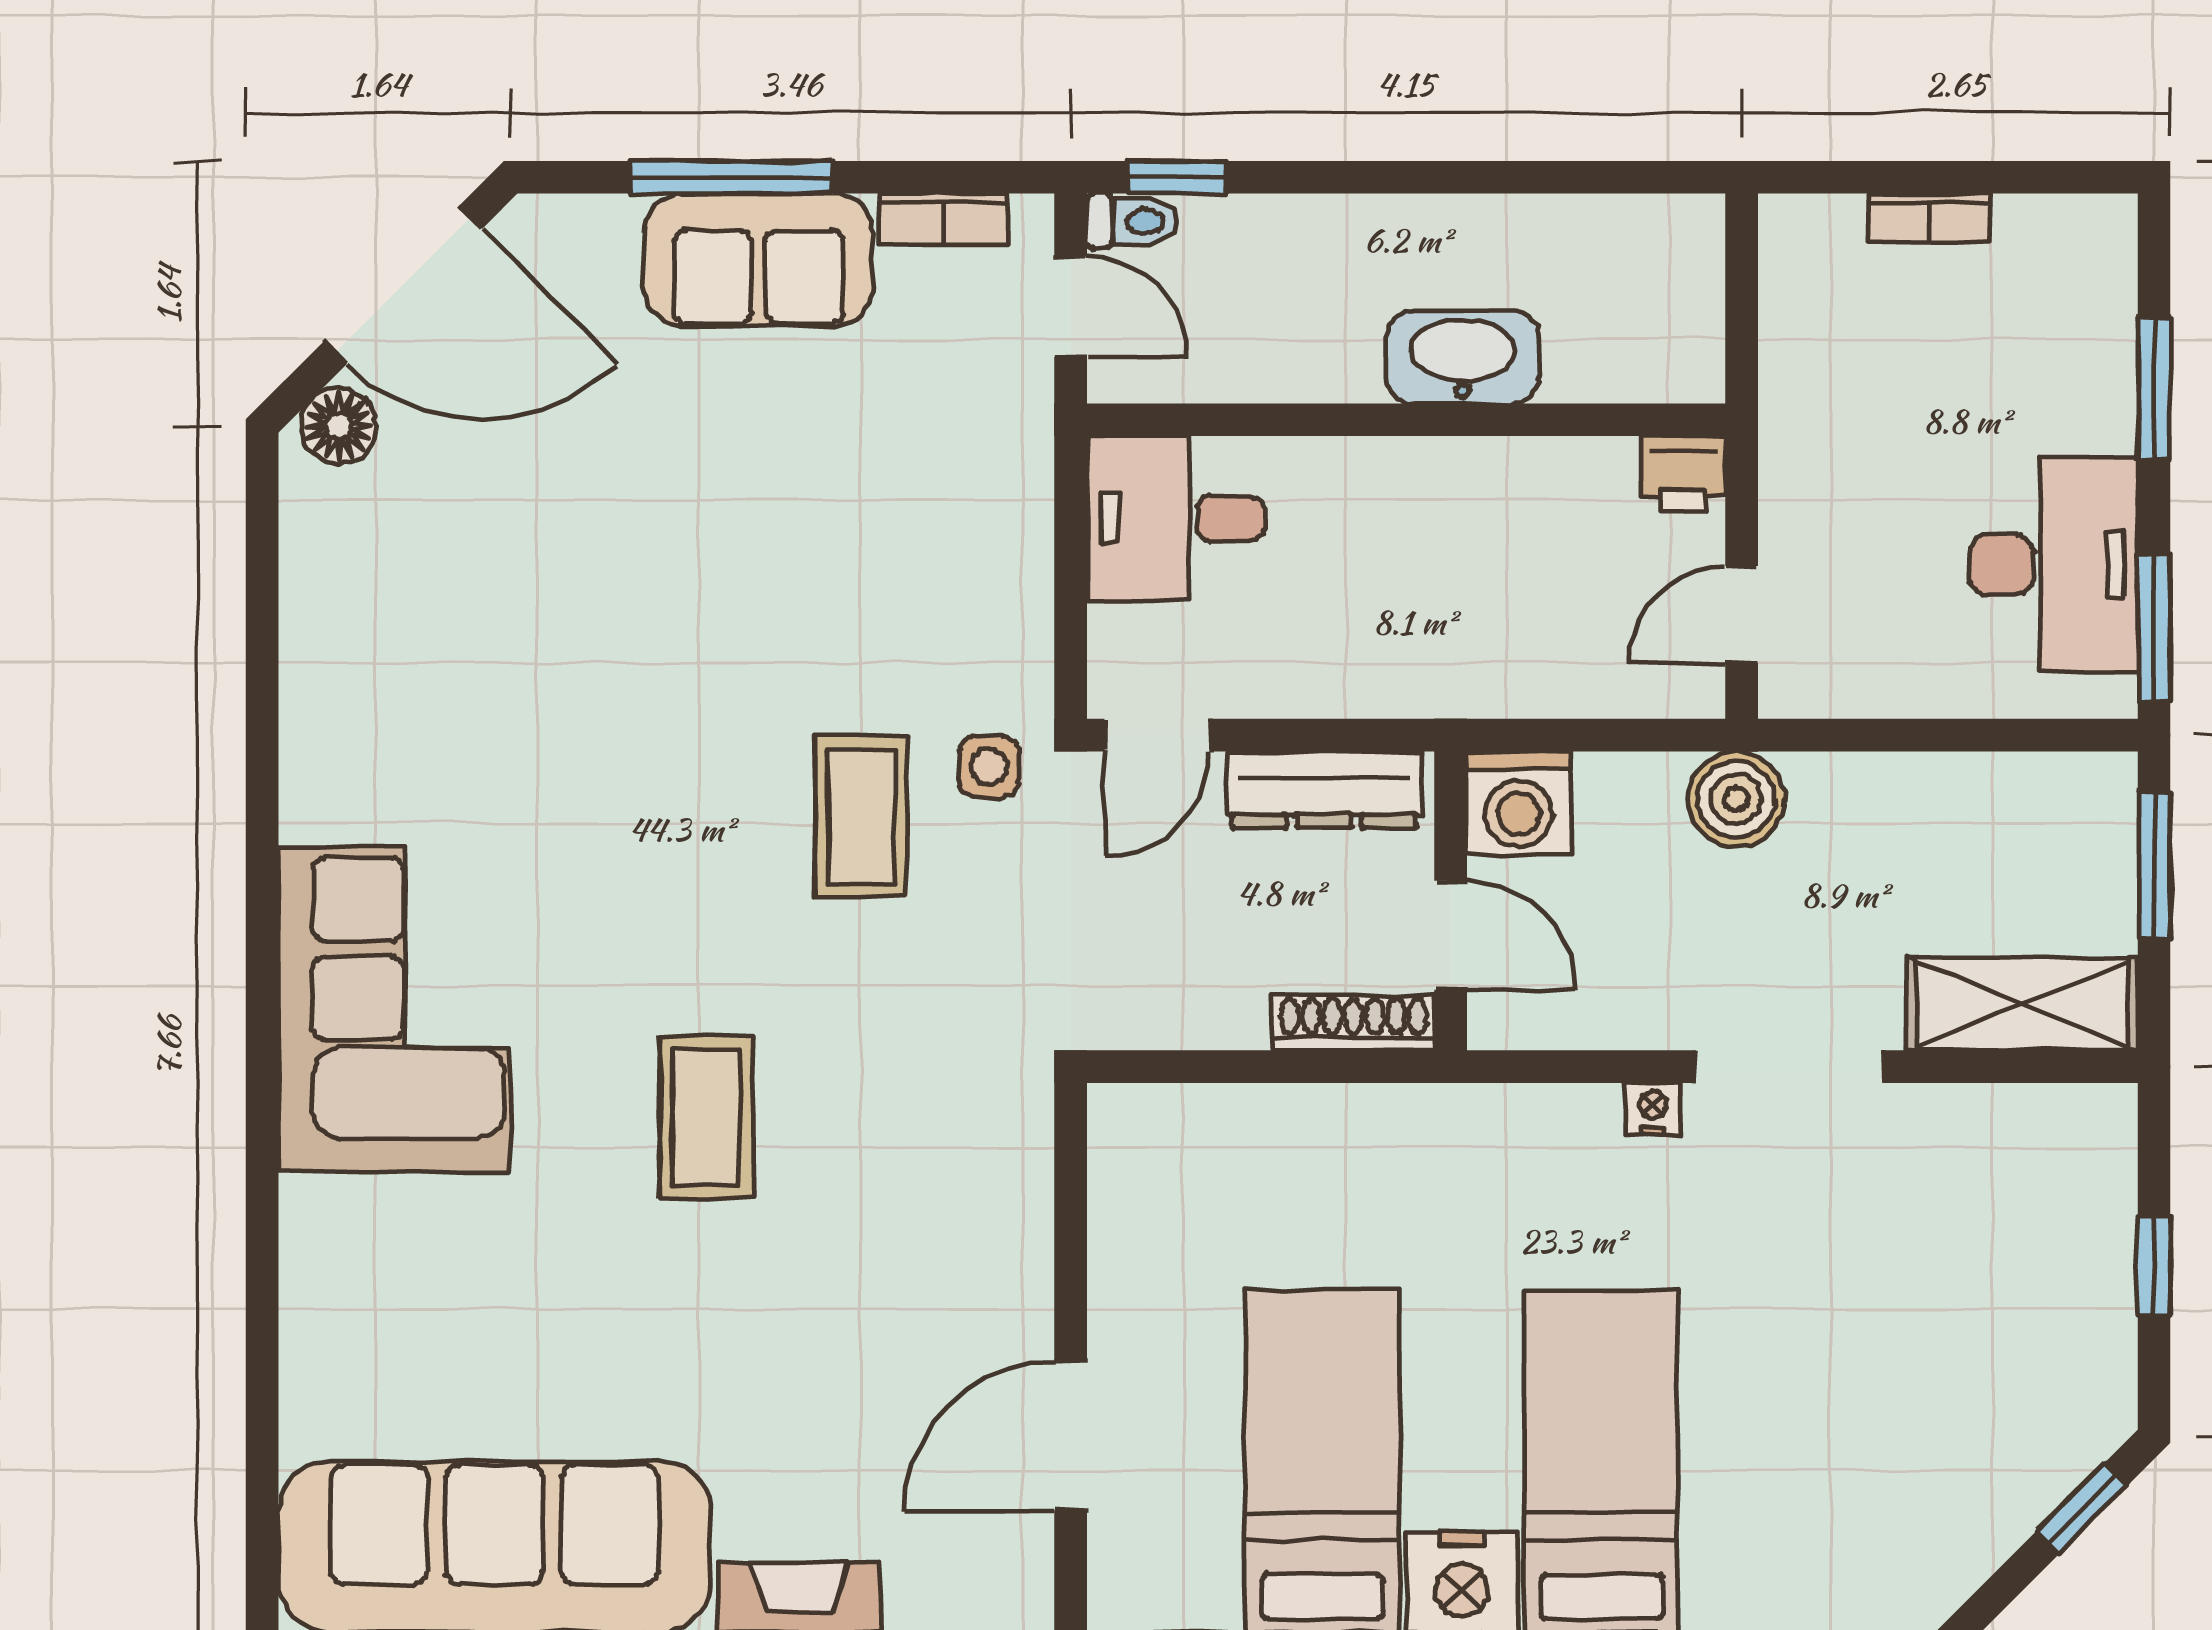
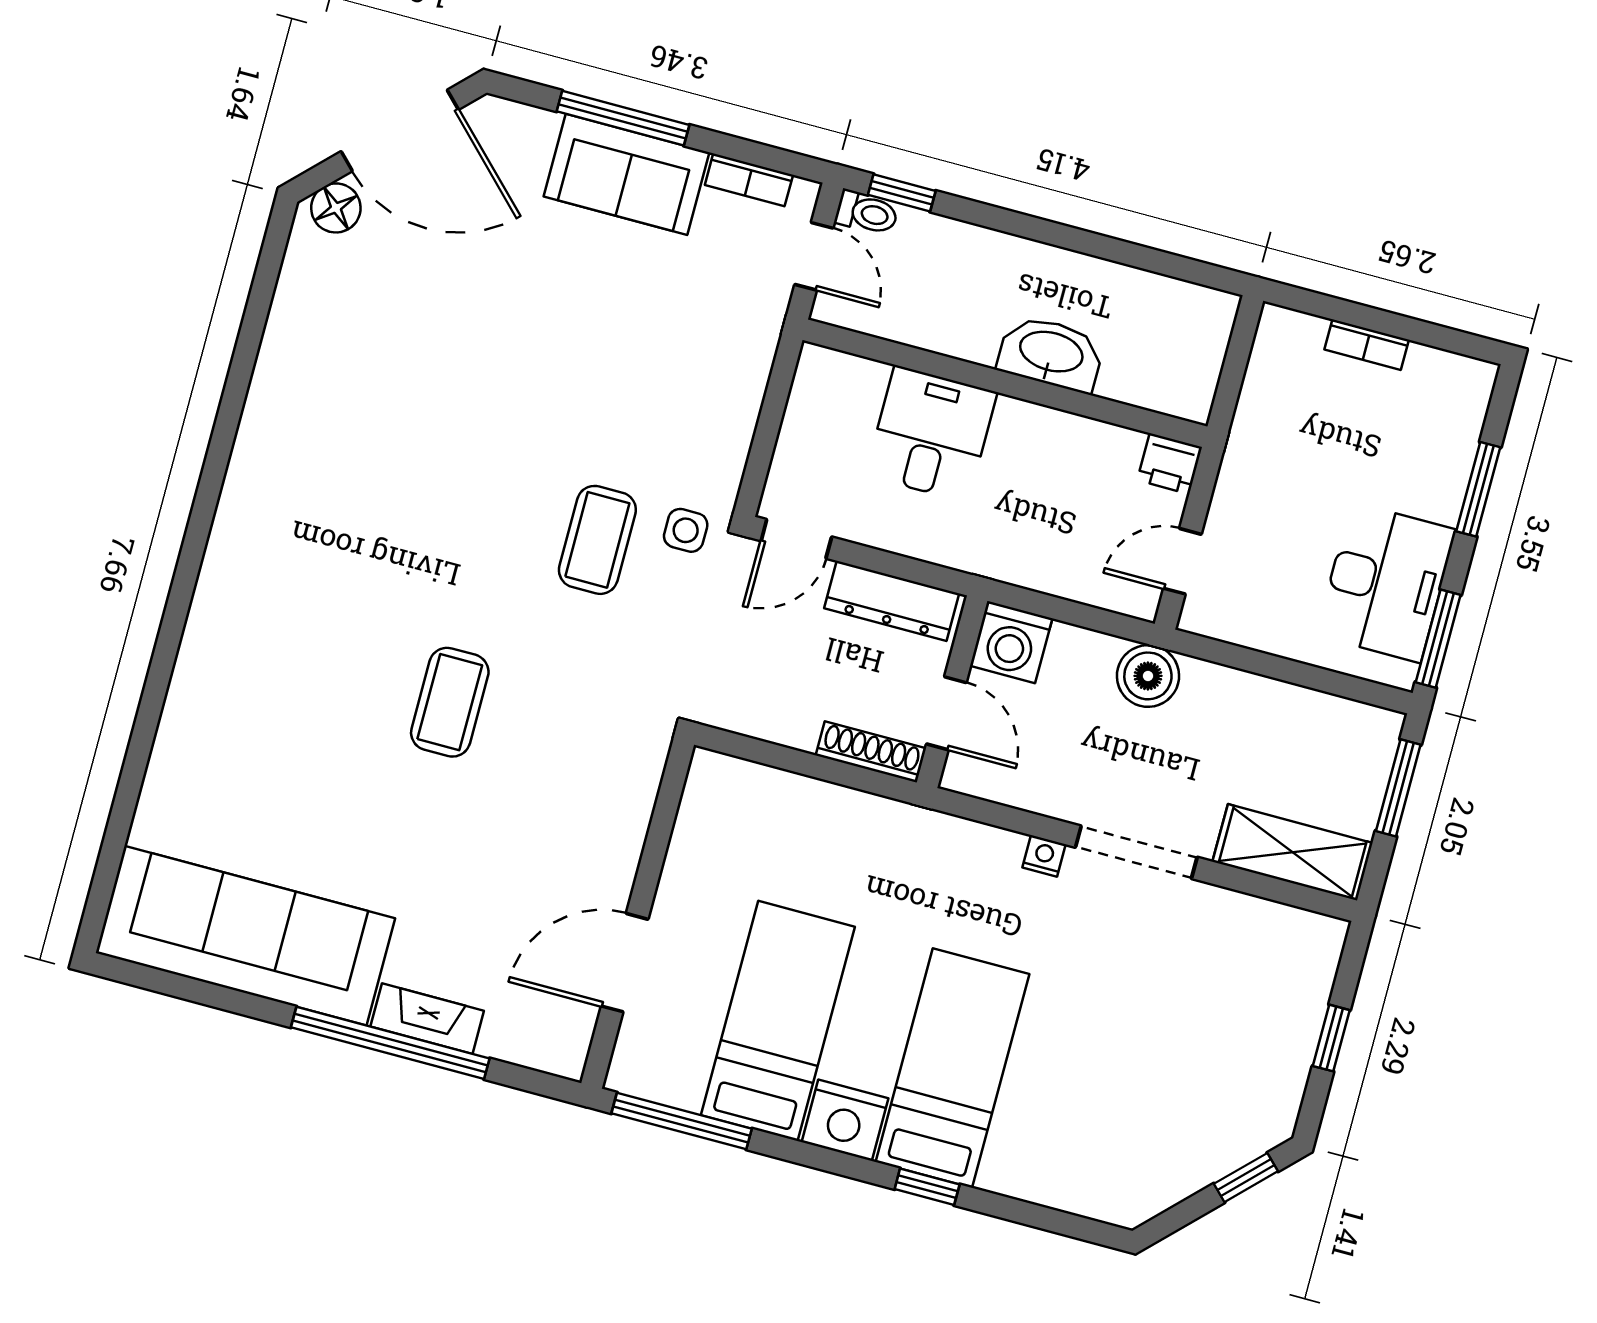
desk: (1176, 518) -> (931, 434), moved, turned 90
corner sofa: (394, 1009) -> (273, 582), removed

